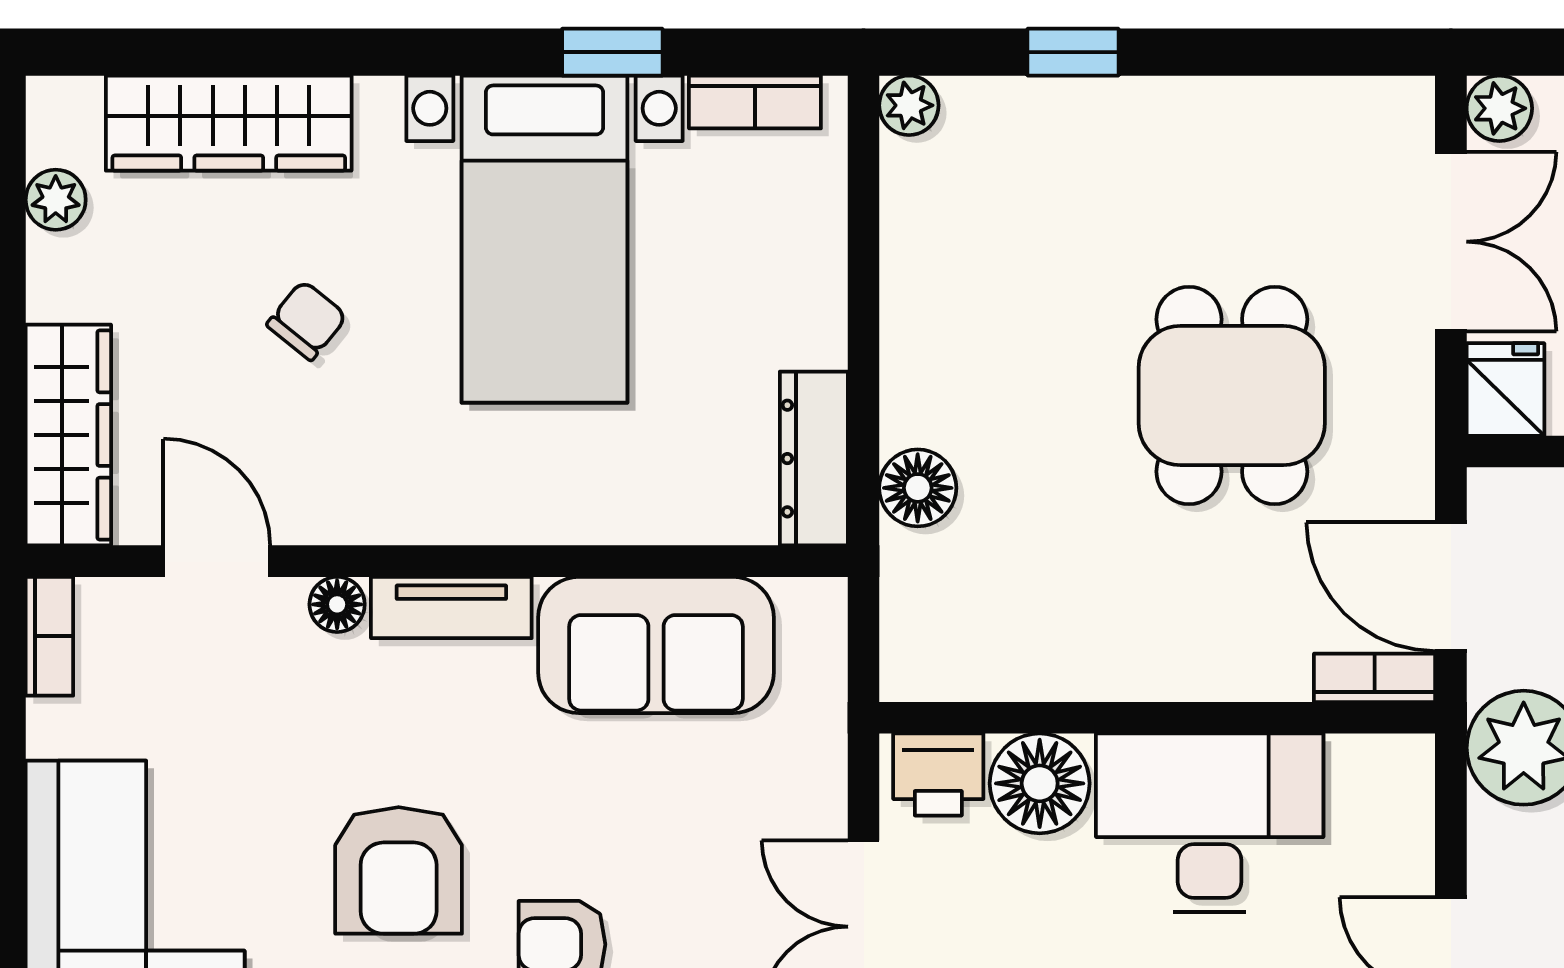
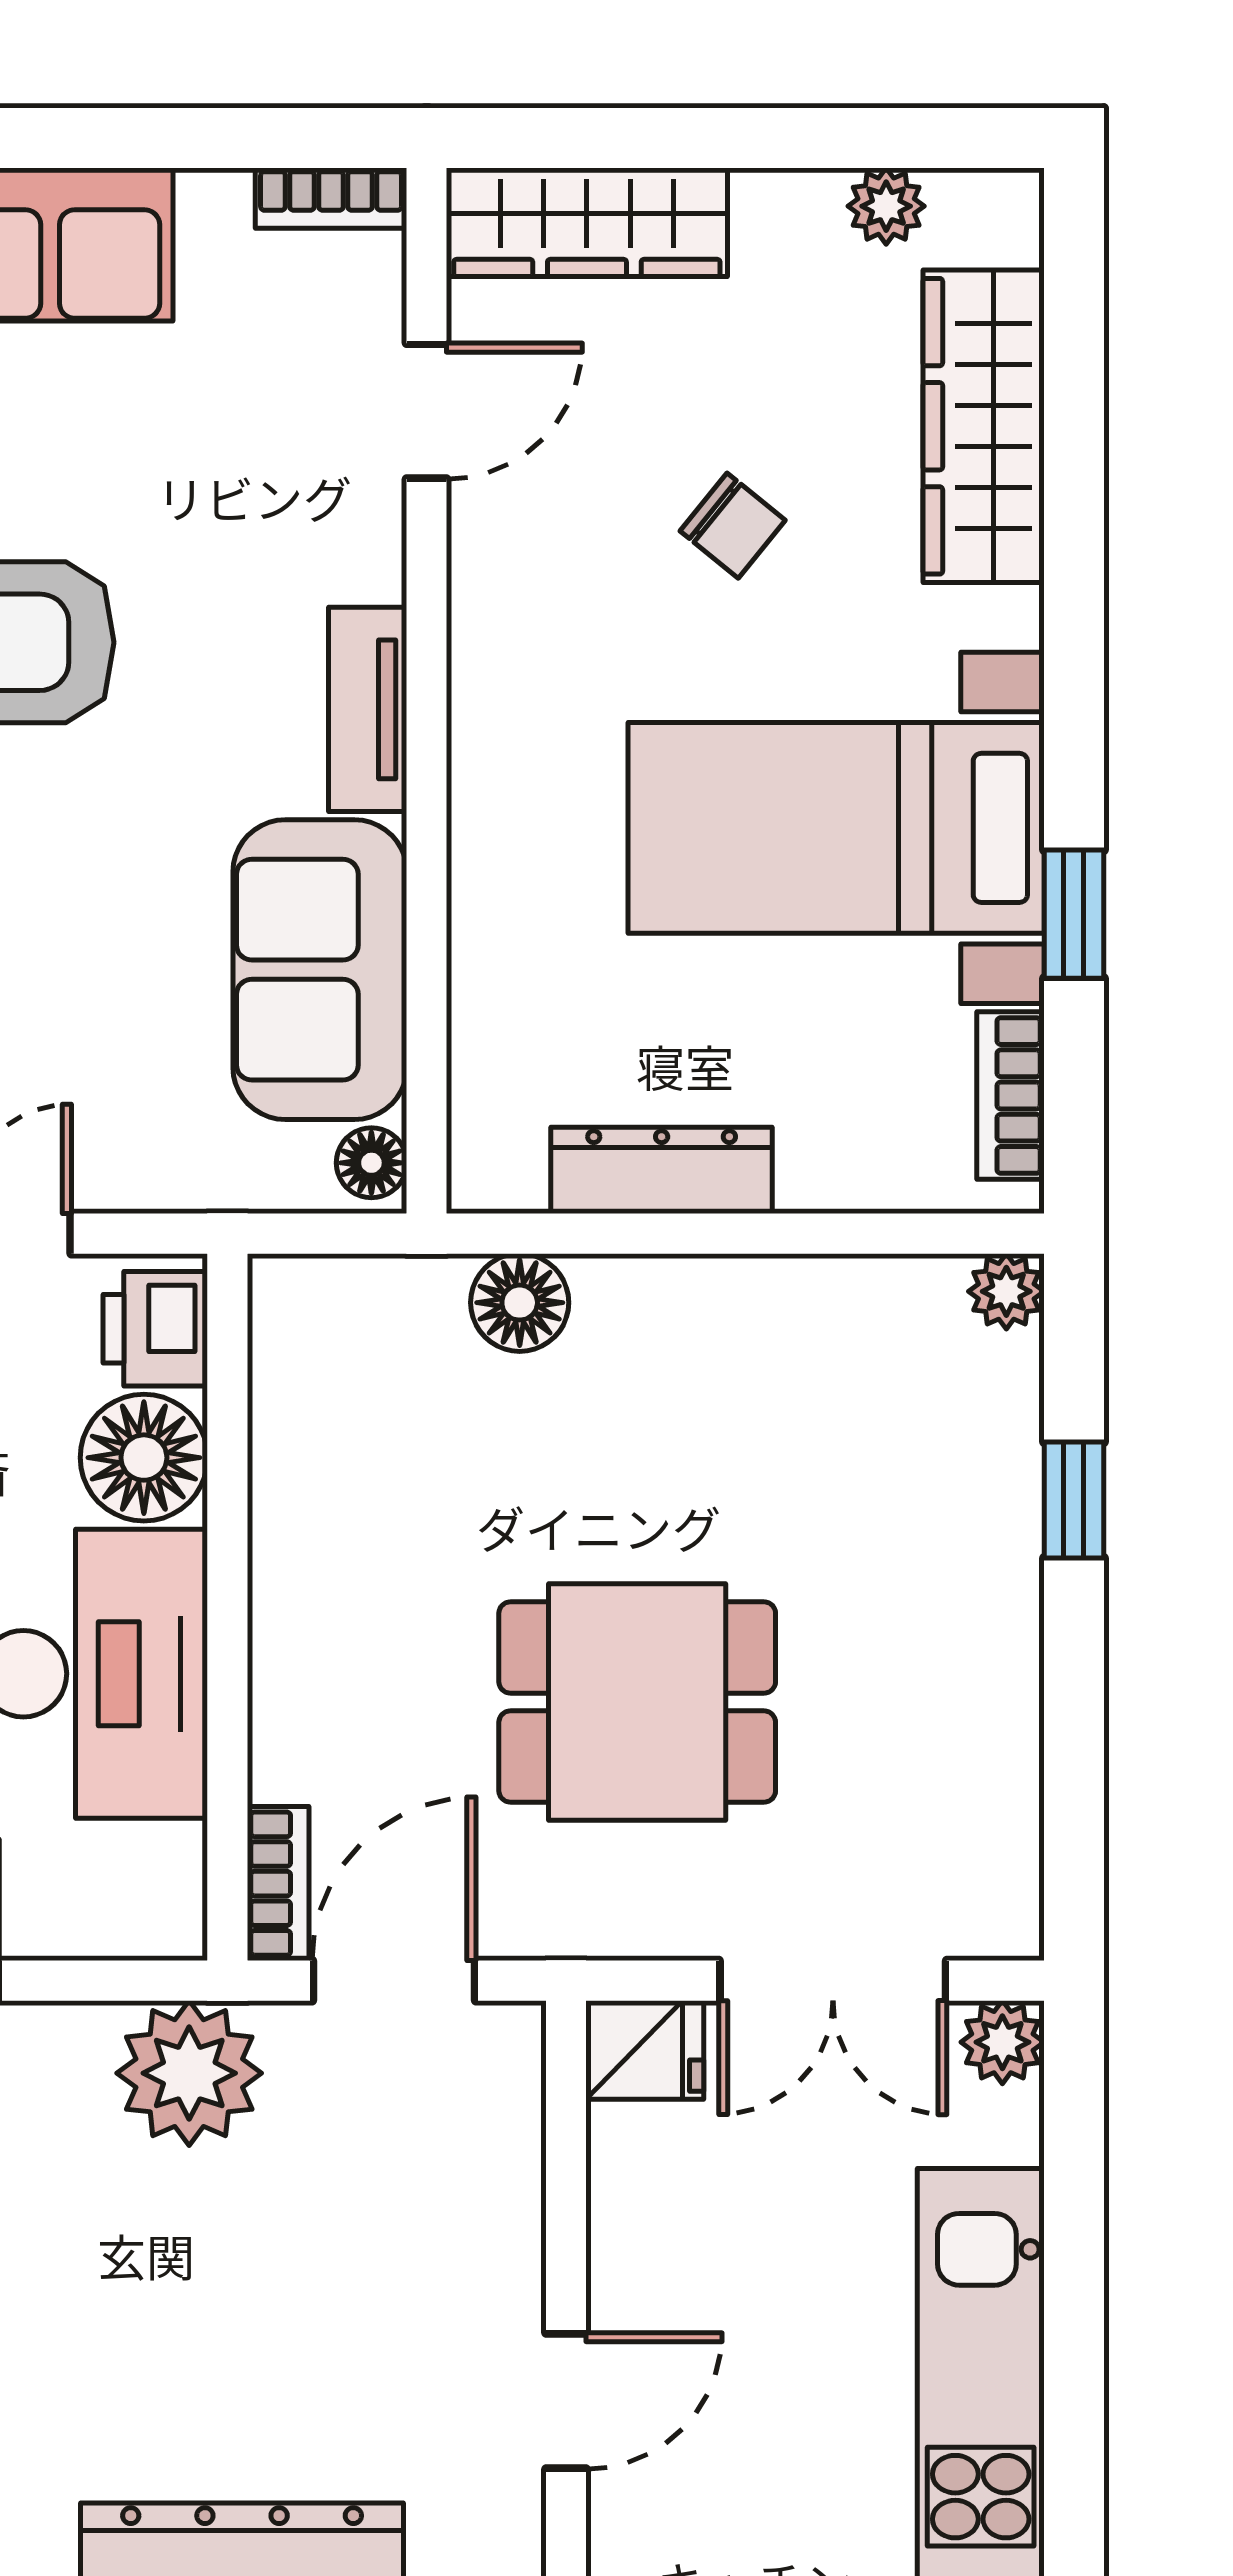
dresser: (814, 459) -> (662, 1170), moved
floor lamp: (337, 604) -> (371, 1163), moved

